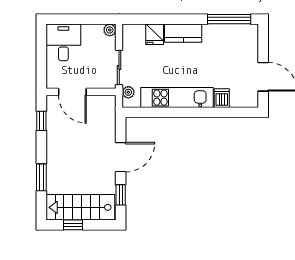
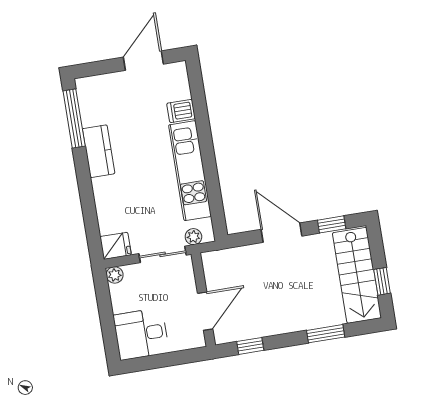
kitchen counter: (183, 33) -> (99, 151), moved
fridge: (155, 34) -> (116, 246), moved

